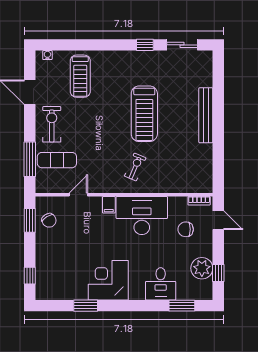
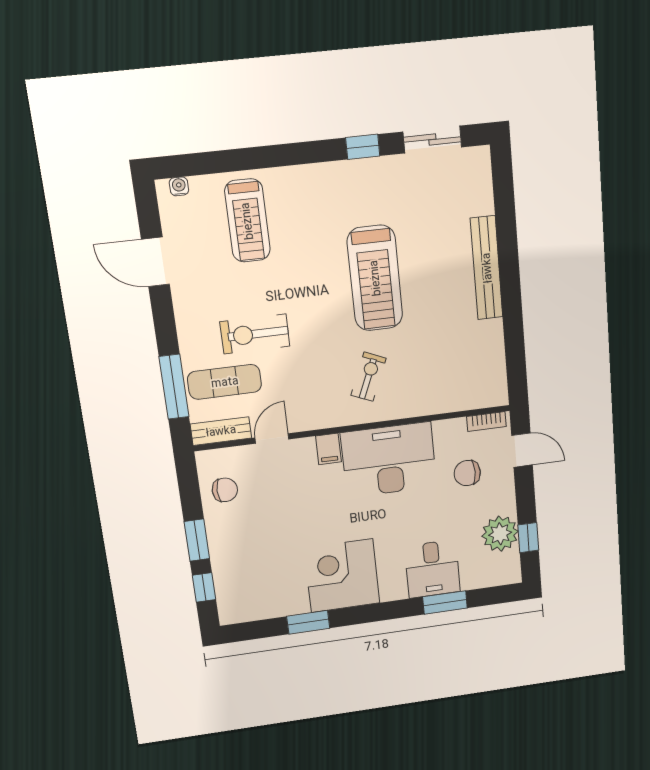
exercise bike: (52, 124) -> (255, 334), moved, turned -90
bench: (51, 187) -> (221, 431), added
window: (30, 220) -> (197, 540), moved
chair: (49, 220) -> (225, 490), turned -59
window: (182, 306) -> (445, 602), moved

